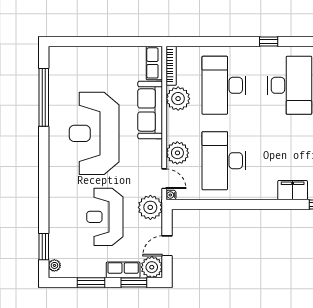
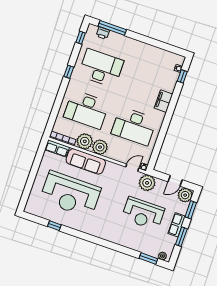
window: (44, 97) -> (54, 226), width x0.32
reception desk: (94, 133) -> (70, 194), moved
plant: (177, 153) -> (100, 147), moved
filing cabinet: (293, 190) -> (164, 101), moved
door: (167, 246) -> (175, 181), hinge flipped
row of seats: (123, 270) -> (177, 225), moved

